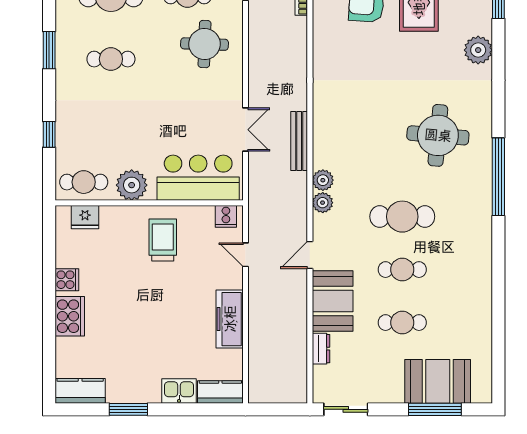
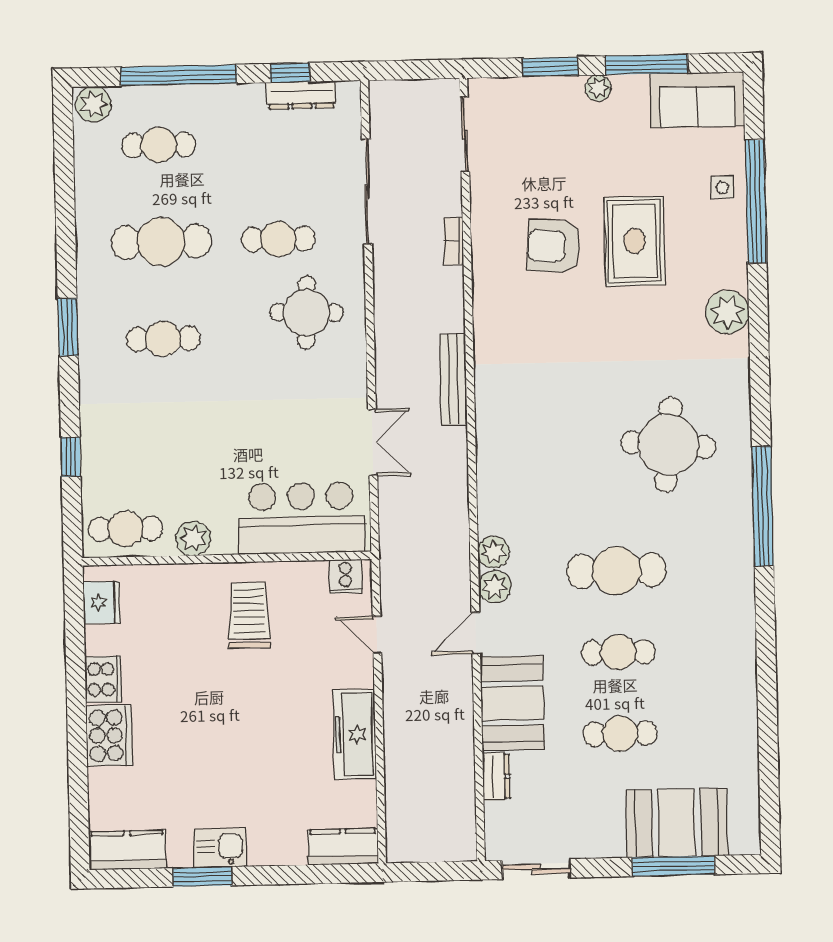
bench: (299, 141) -> (454, 379), moved
plant: (323, 180) -> (495, 587), moved
plant: (132, 185) -> (193, 538), width x0.73, depth x0.73
fridge: (85, 217) -> (101, 602), moved, turned -90
cooker: (67, 280) -> (103, 679), width x1.36
kitchen sink: (179, 391) -> (220, 848), moved

